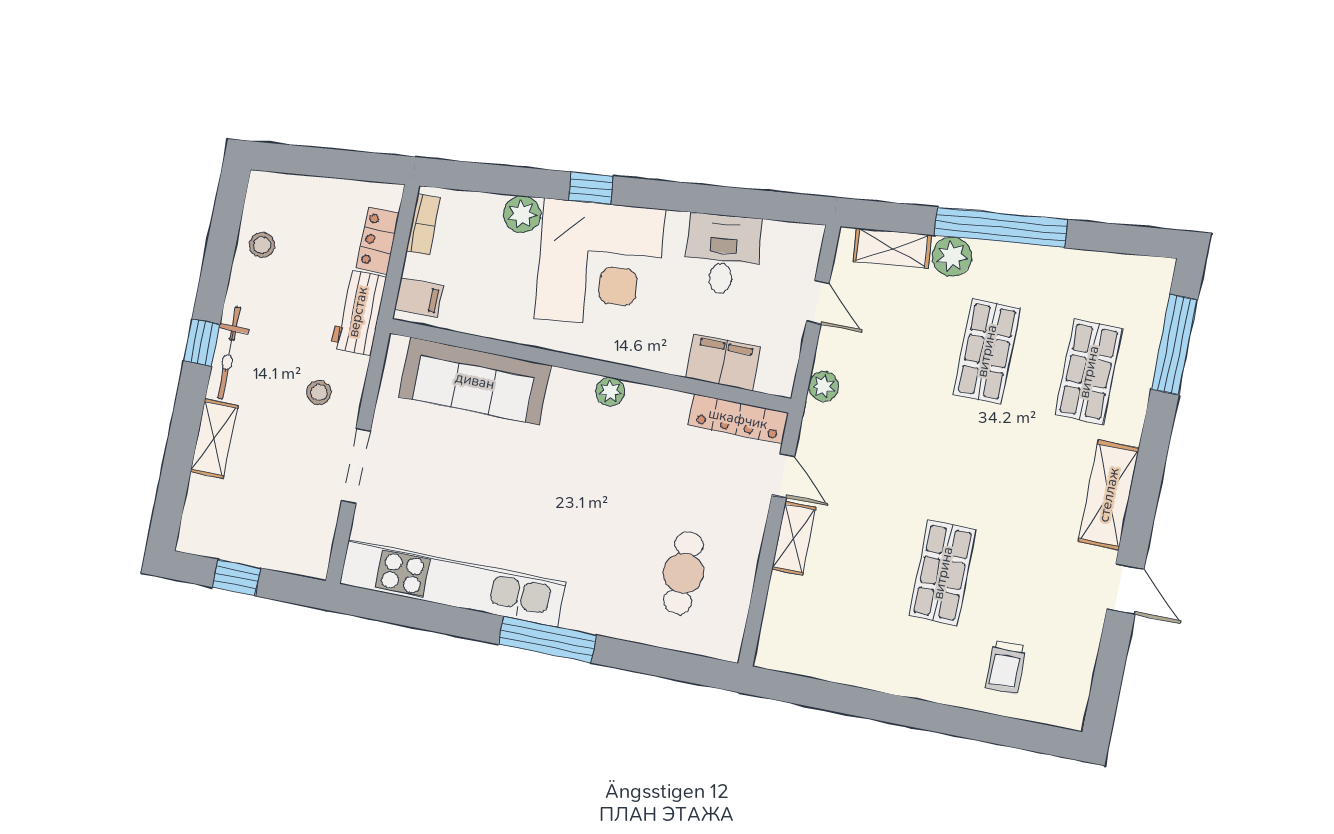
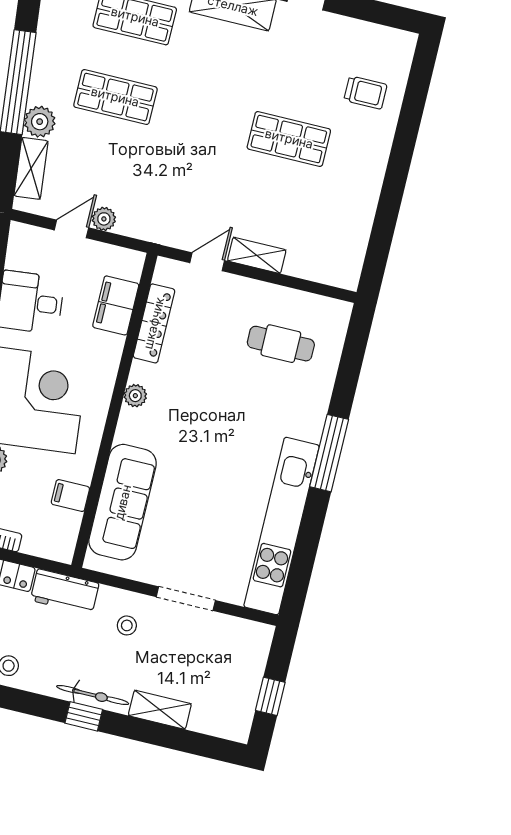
filing cabinet: (419, 298) -> (70, 496), moved, turned -90
plant: (823, 386) -> (104, 219), moved
locker: (738, 419) -> (154, 323), moved

